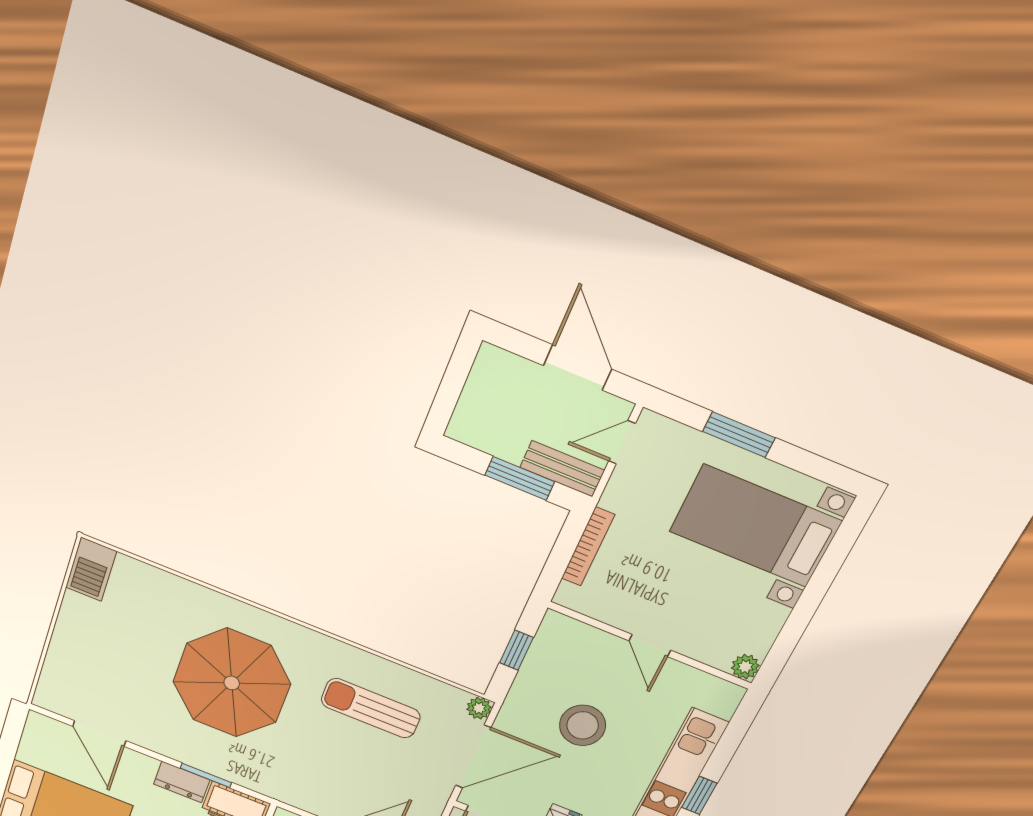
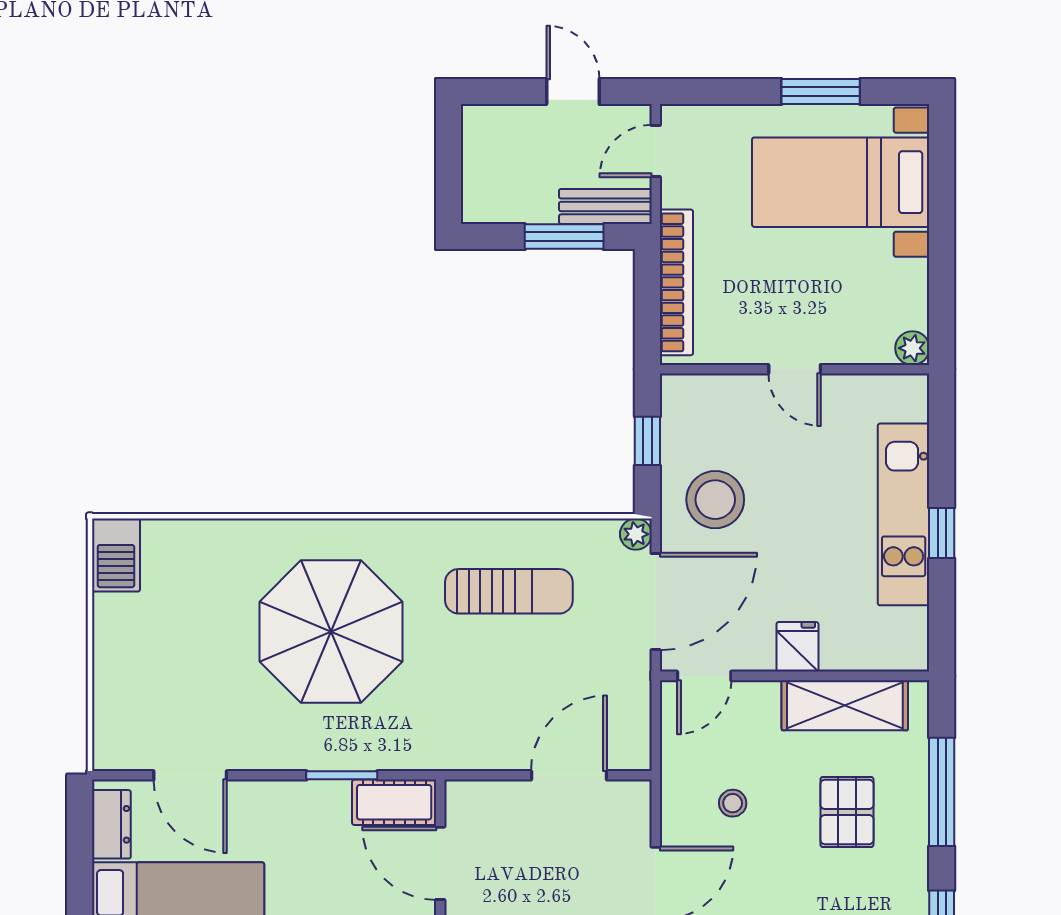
door: (578, 367) -> (573, 92), width x0.73
window: (739, 435) -> (821, 92), moved
bookcase: (588, 547) -> (676, 282), width x1.48, depth x1.31
sun lounger: (371, 708) -> (509, 591), turned 180
stool: (583, 725) -> (715, 500), moved
dresser: (182, 782) -> (111, 824), moved, turned -90

